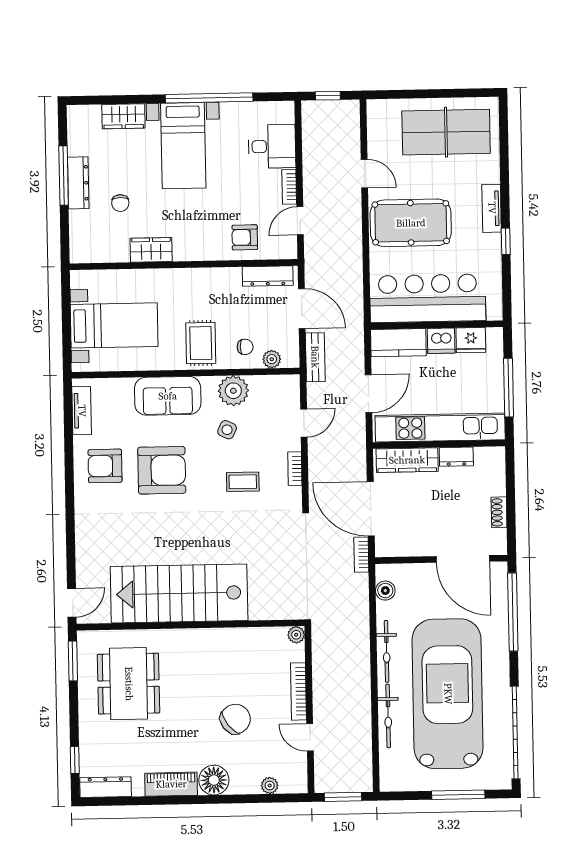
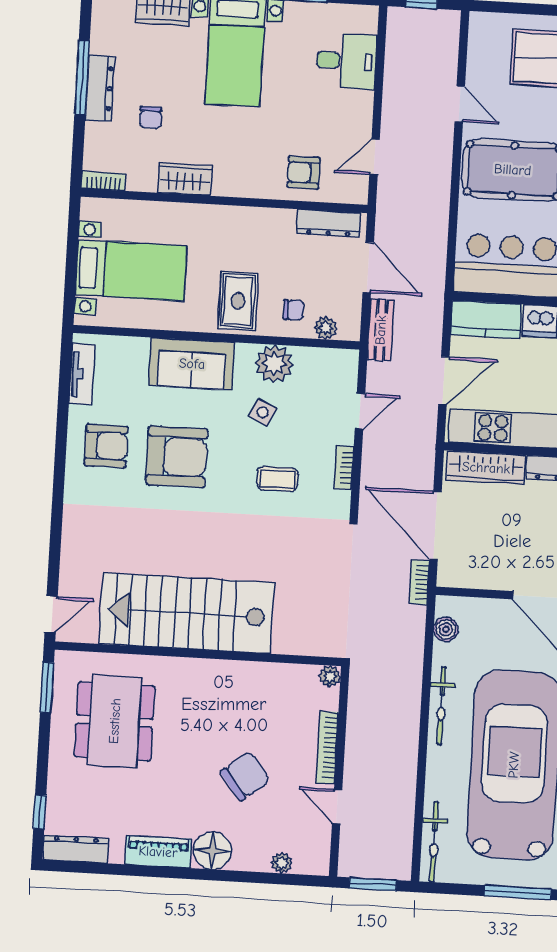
bookcase: (289, 187) -> (103, 181), moved, turned 90
armchair: (105, 466) -> (106, 446), turned 180
bicycle: (388, 716) -> (434, 842), moved

